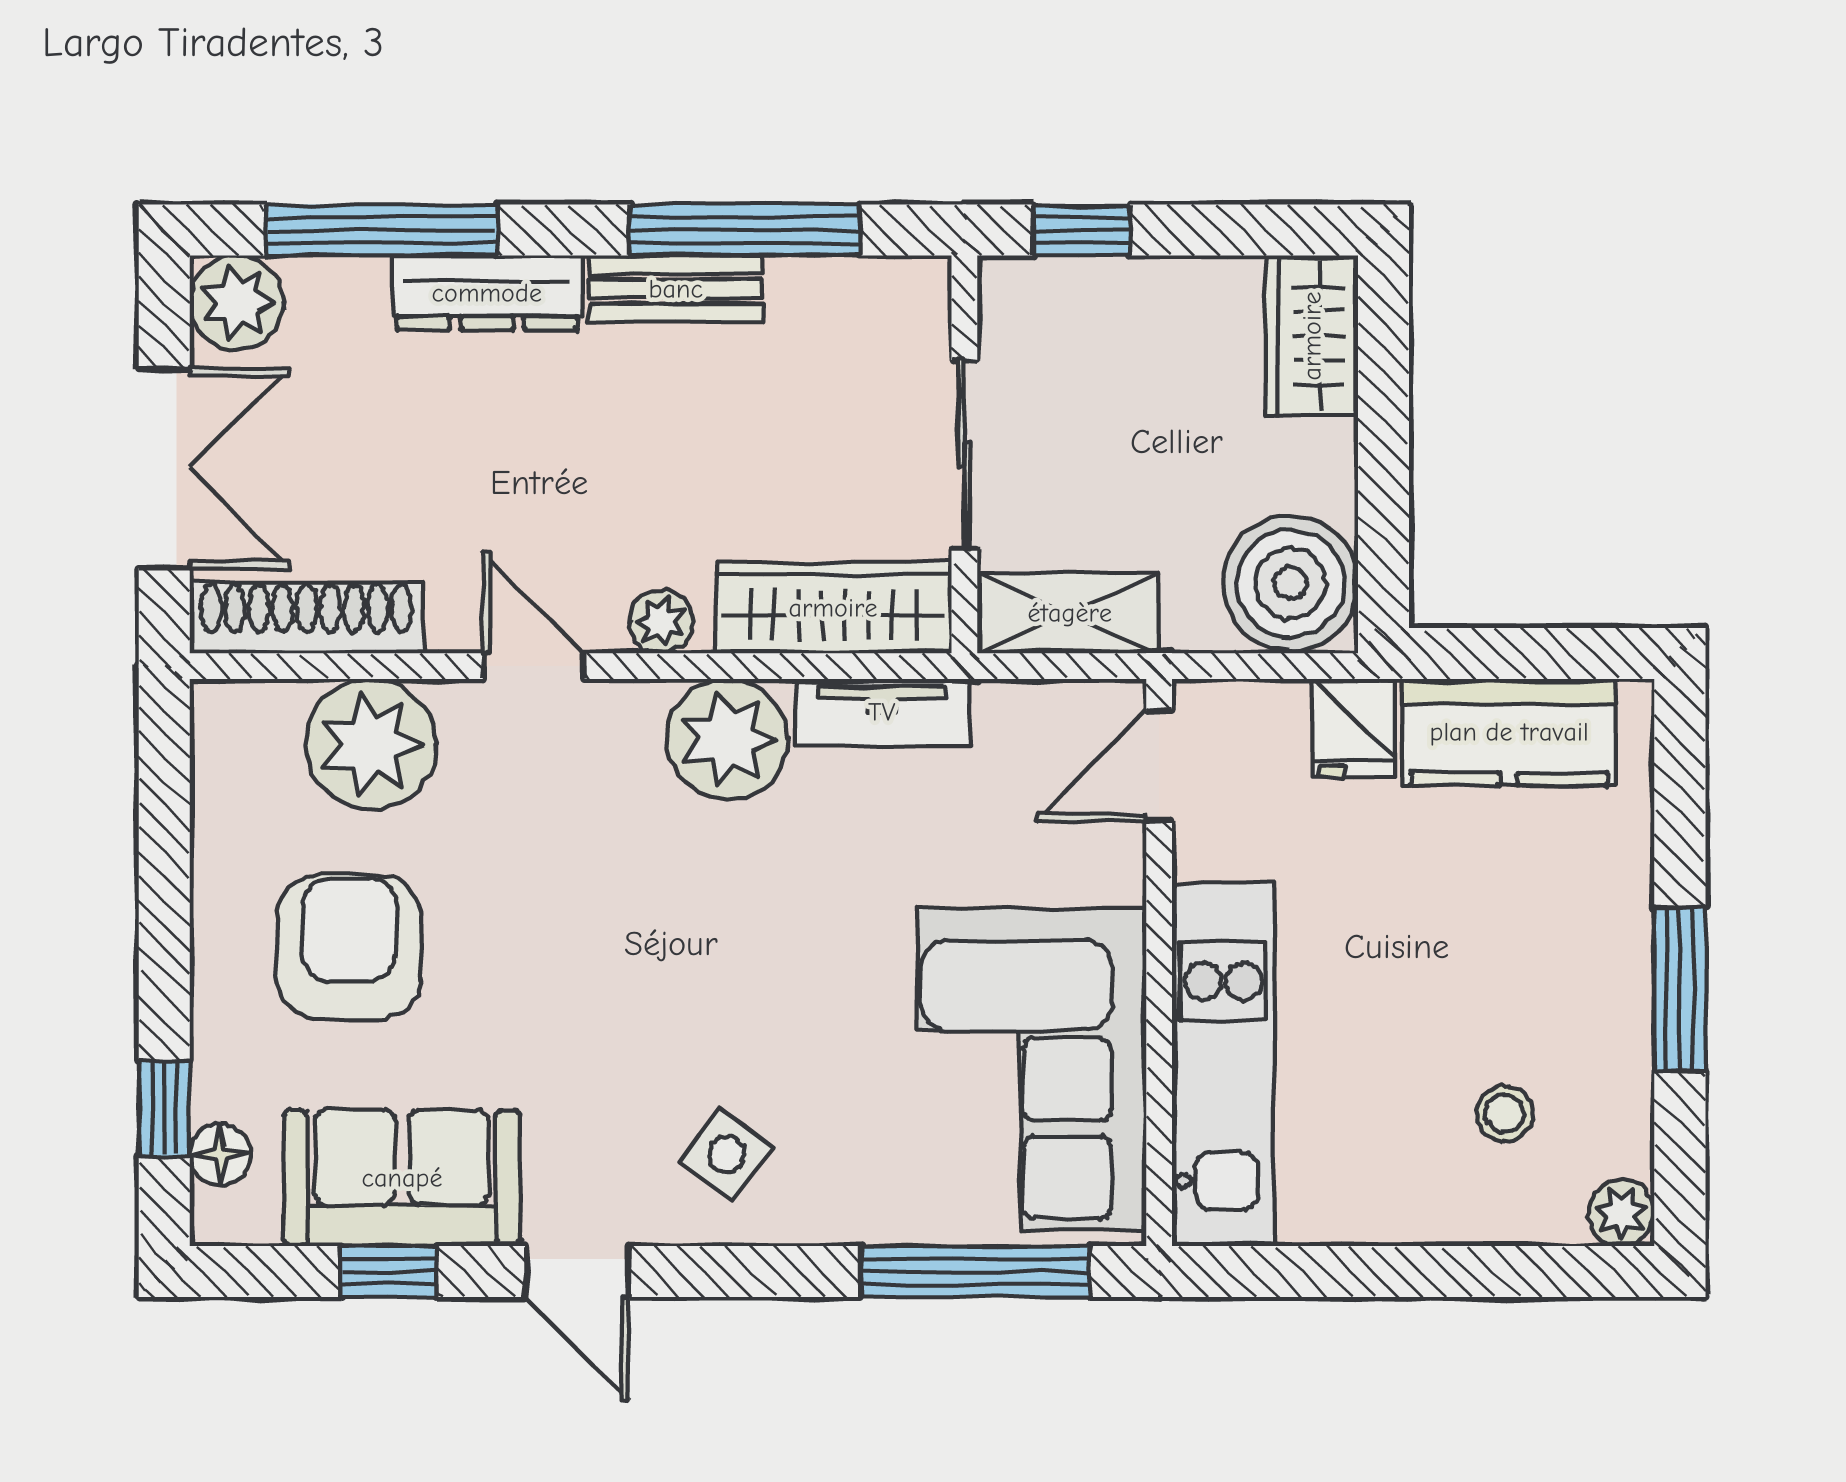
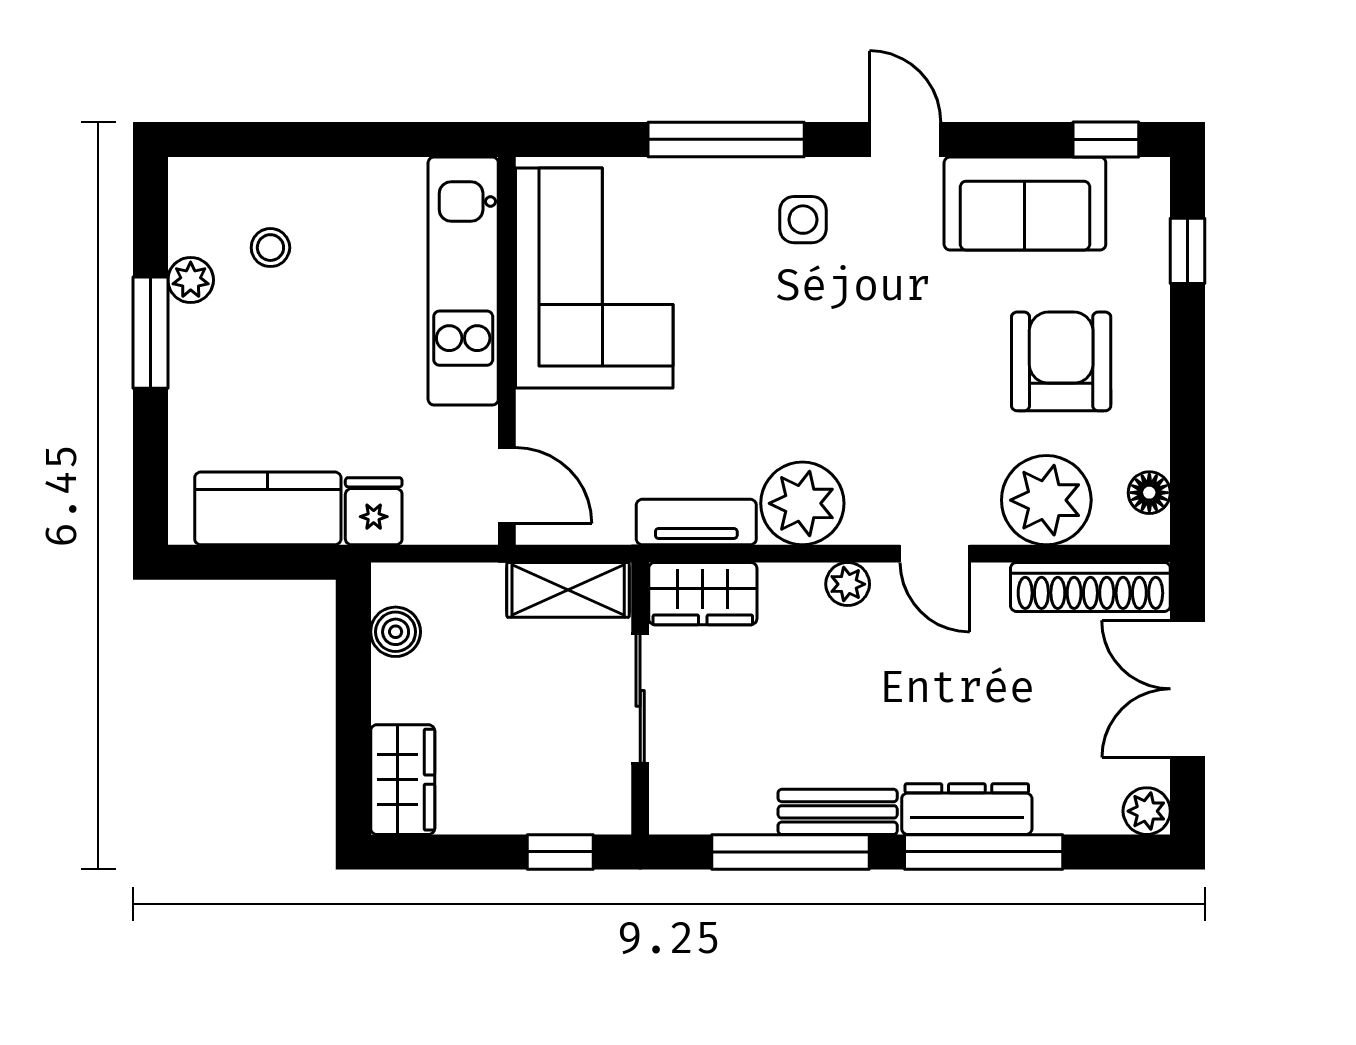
window: (382, 230) -> (984, 852), moved
plant: (237, 303) -> (1147, 811), width x0.73, depth x0.73
boiler: (1291, 583) -> (396, 632), width x0.54, depth x0.54
wardrobe: (833, 608) -> (703, 594), width x0.67
door: (1159, 766) -> (507, 485), hinge flipped
armchair: (349, 947) -> (1061, 361), turned 180
floor lamp: (220, 1154) -> (1149, 493), moved
side table: (726, 1154) -> (803, 220), turned -36
plant: (1621, 1213) -> (191, 280), moved
window: (389, 1272) -> (1106, 139), moved
window: (975, 1272) -> (726, 139), moved

